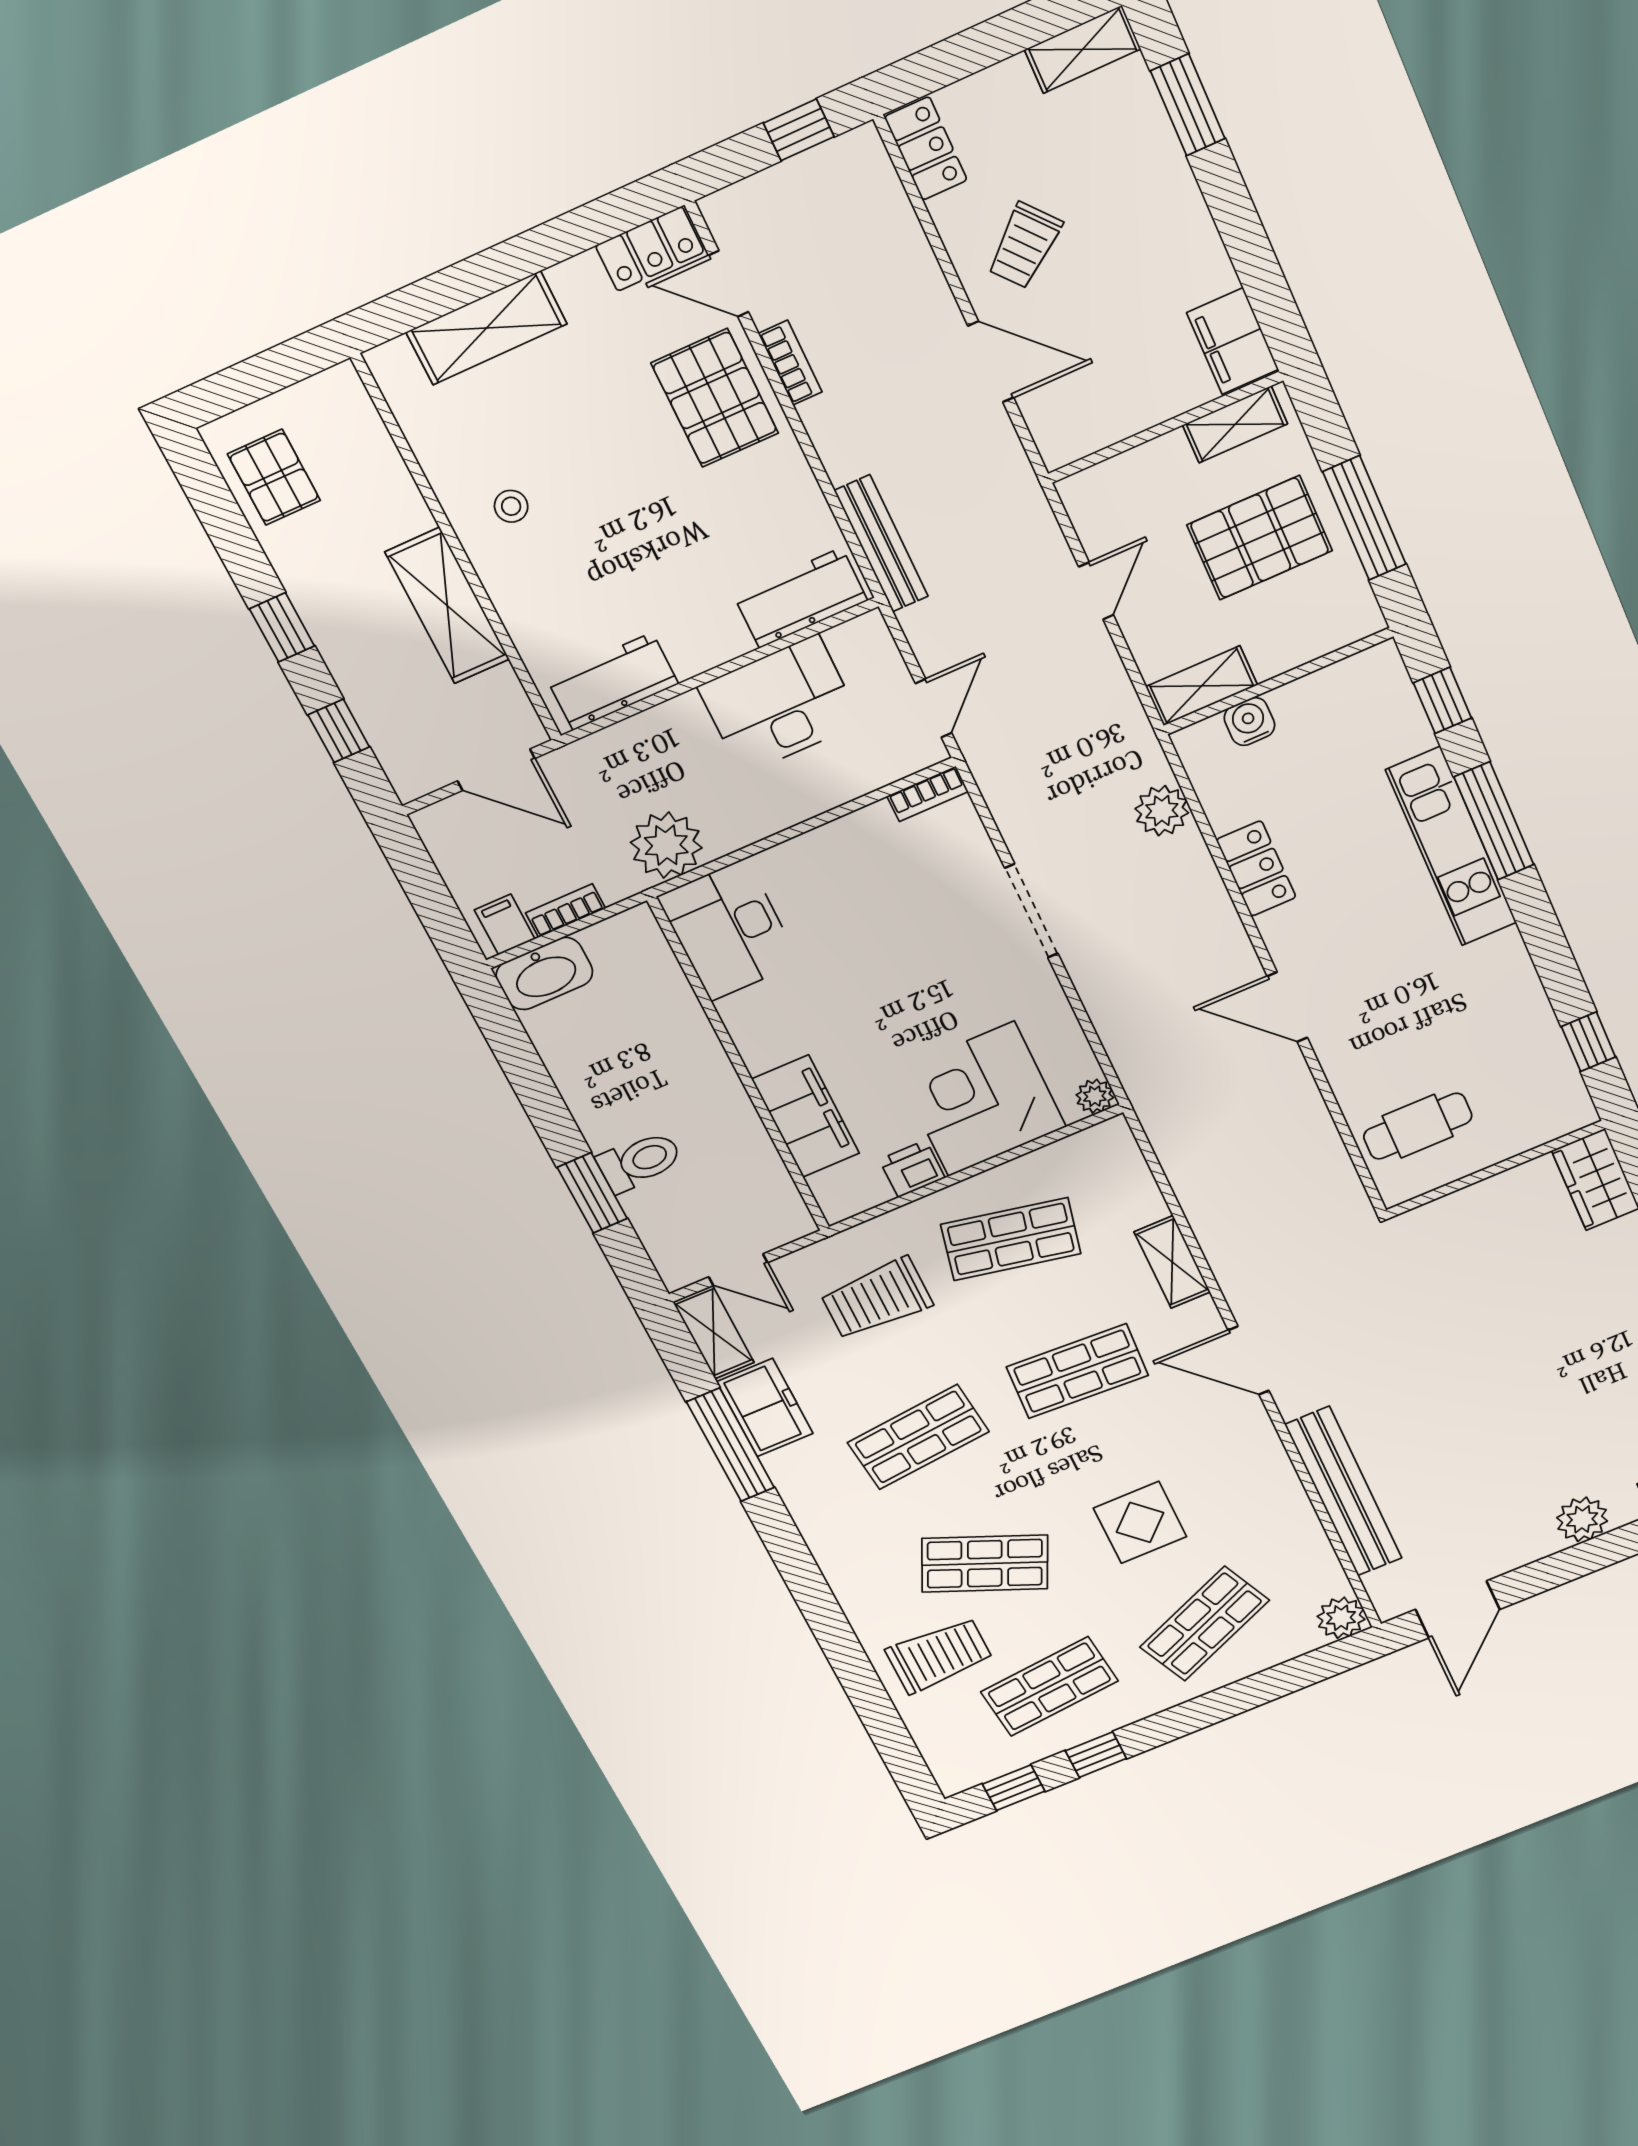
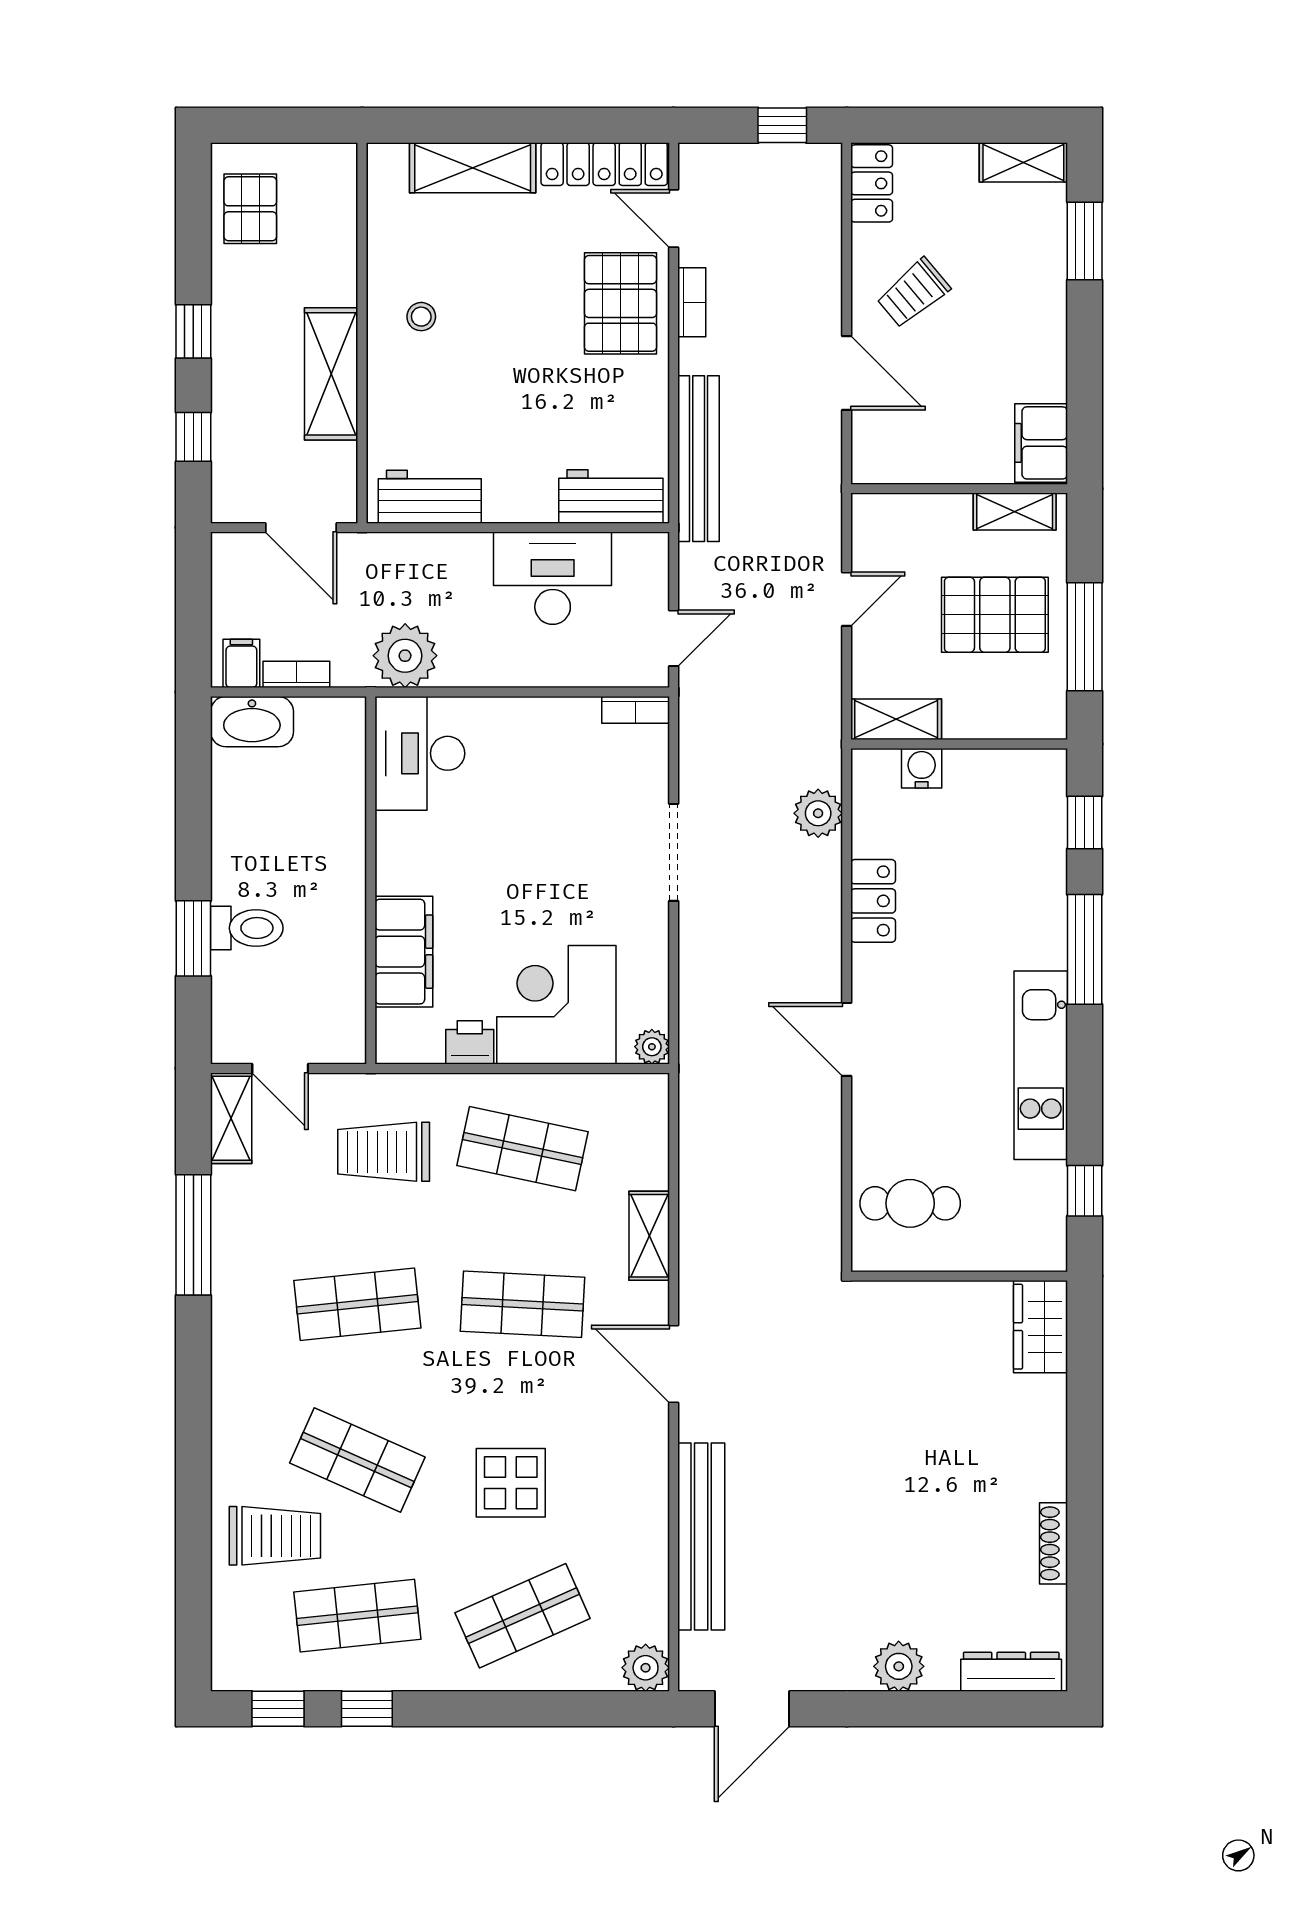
locker: (650, 249) -> (604, 164), width x1.53
bench: (881, 544) -> (699, 459), width x1.37, depth x1.21
kitchen unit: (1451, 847) -> (1041, 1065), moved
freezer: (765, 1408) -> (240, 1212), removed

